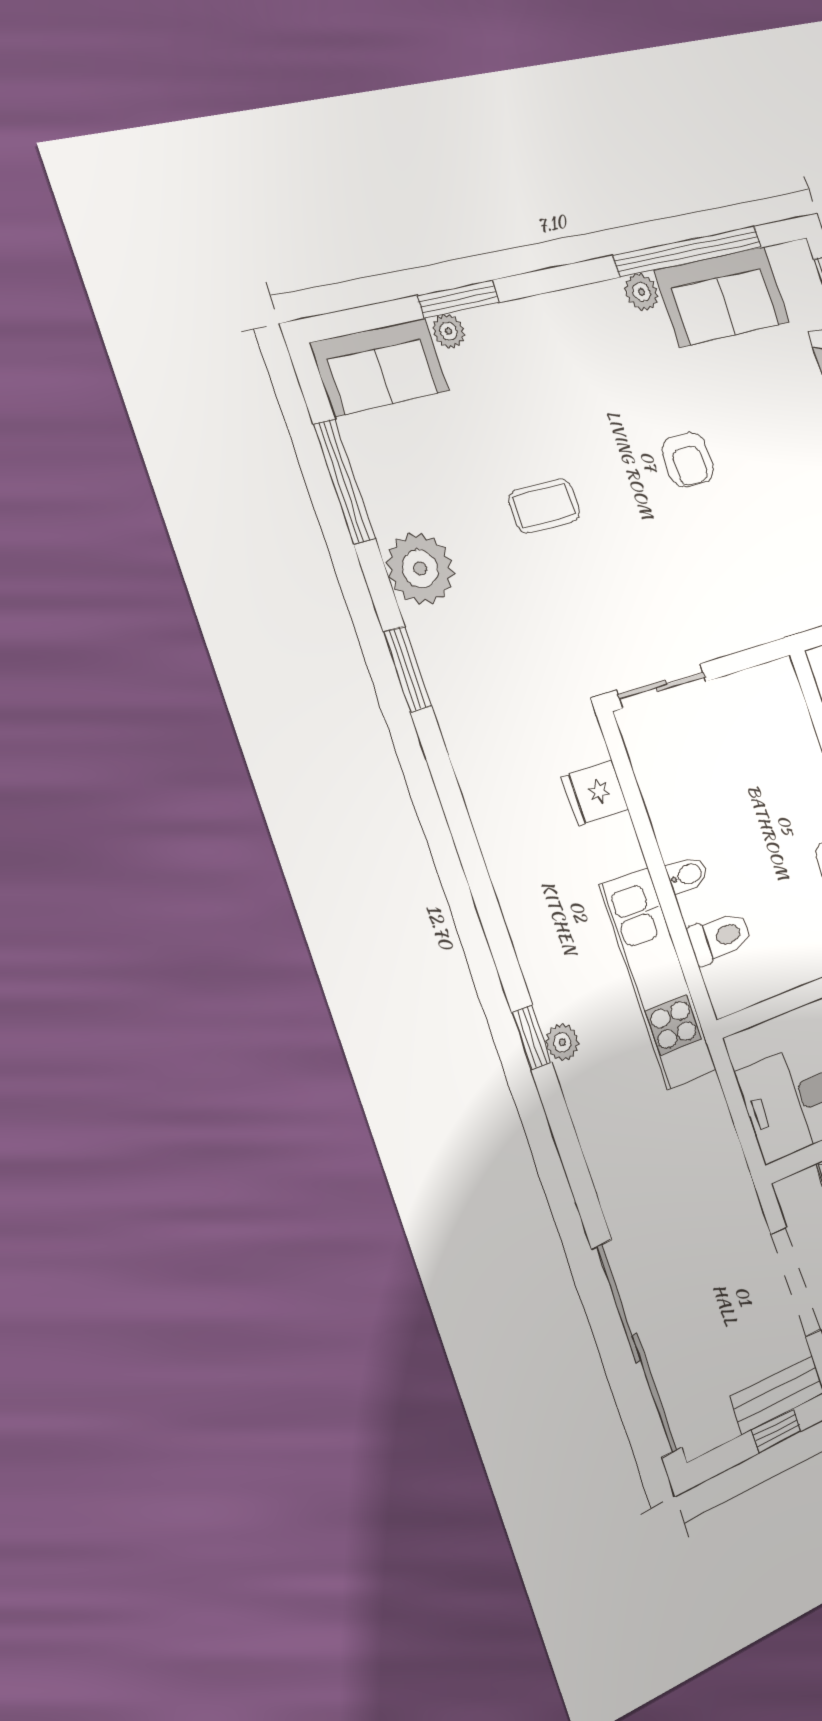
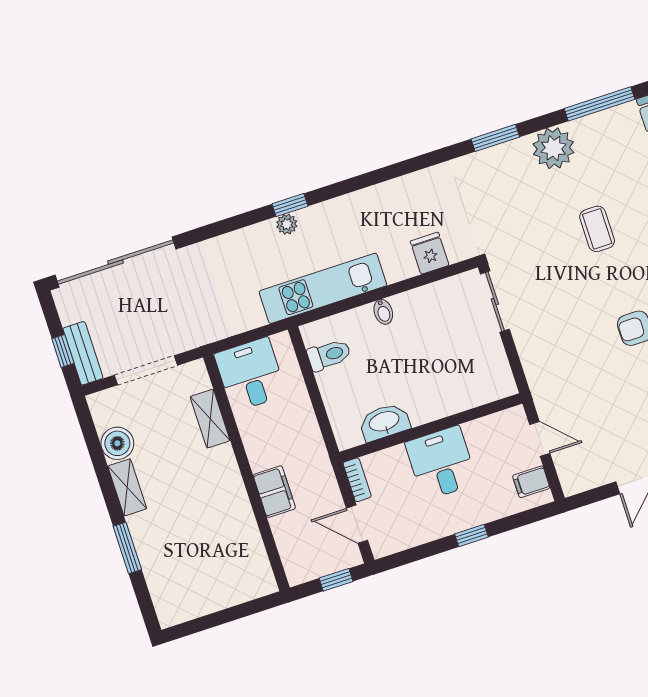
toilet: (720, 937) -> (329, 355), moved, turned -90

